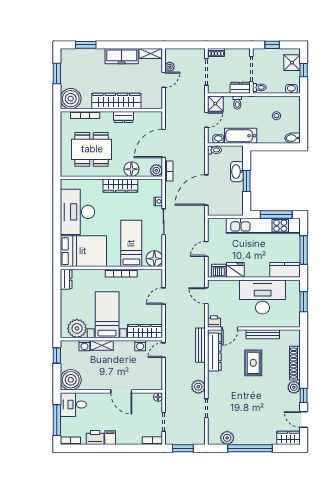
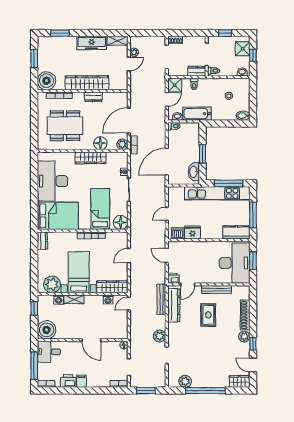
washbasin: (237, 172) -> (194, 172), moved
desk: (263, 297) -> (235, 263), moved, turned 90

